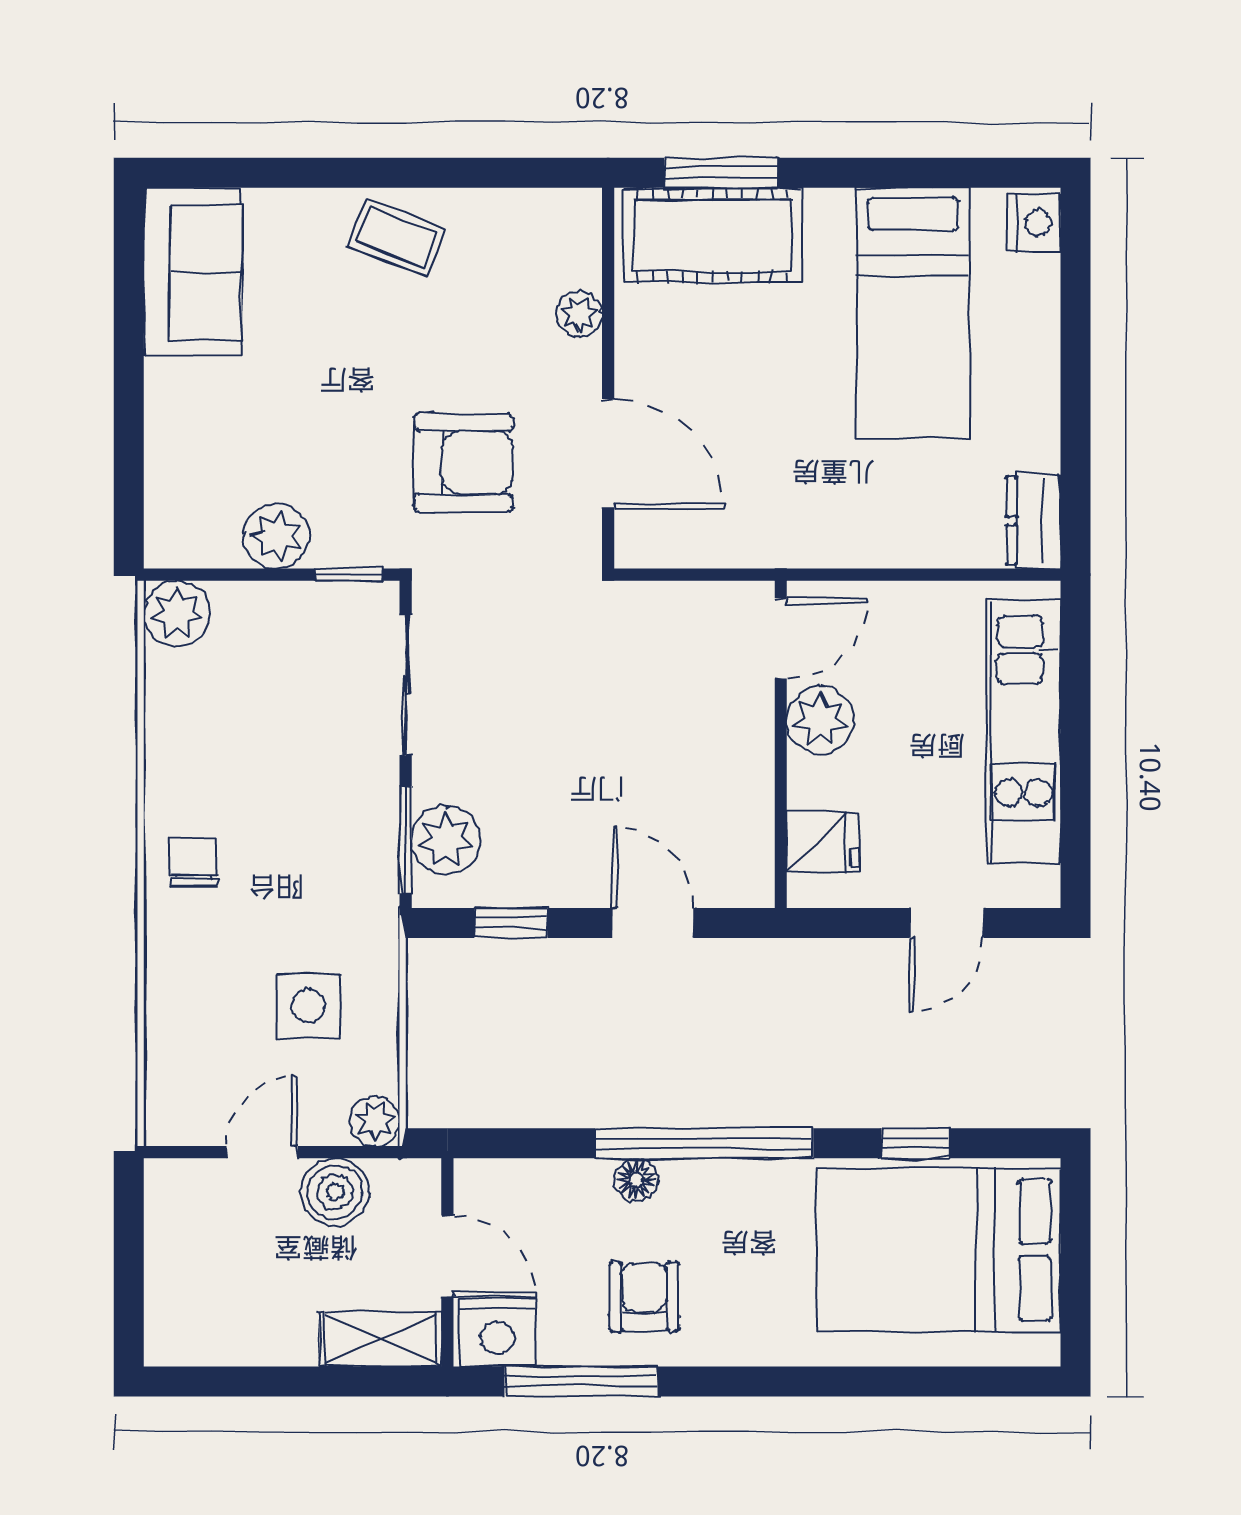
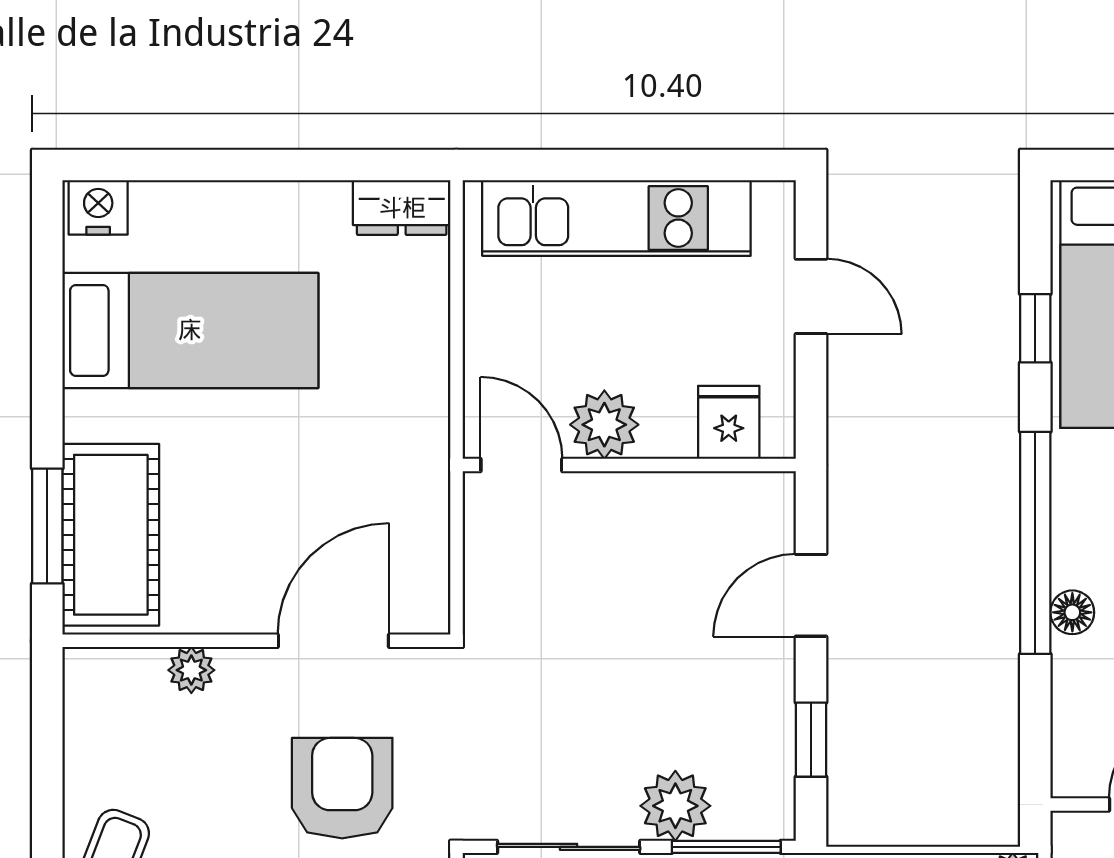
plant: (446, 840) -> (675, 806), moved

